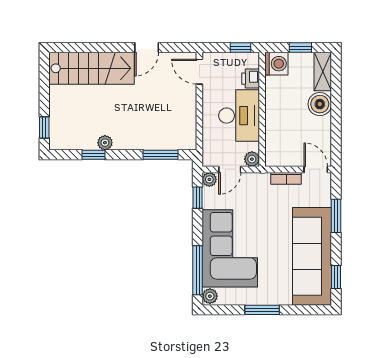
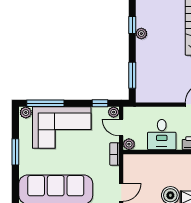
desk: (239, 116) -> (162, 135), width x0.73
bookcase: (286, 178) -> (114, 154), moved

